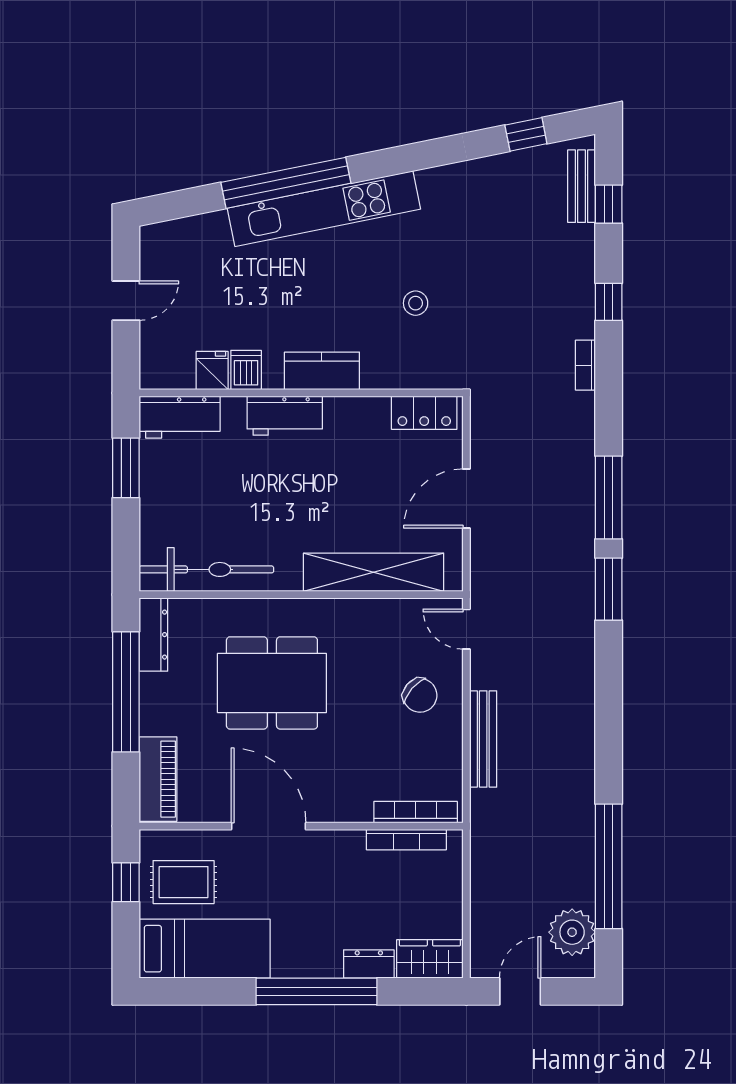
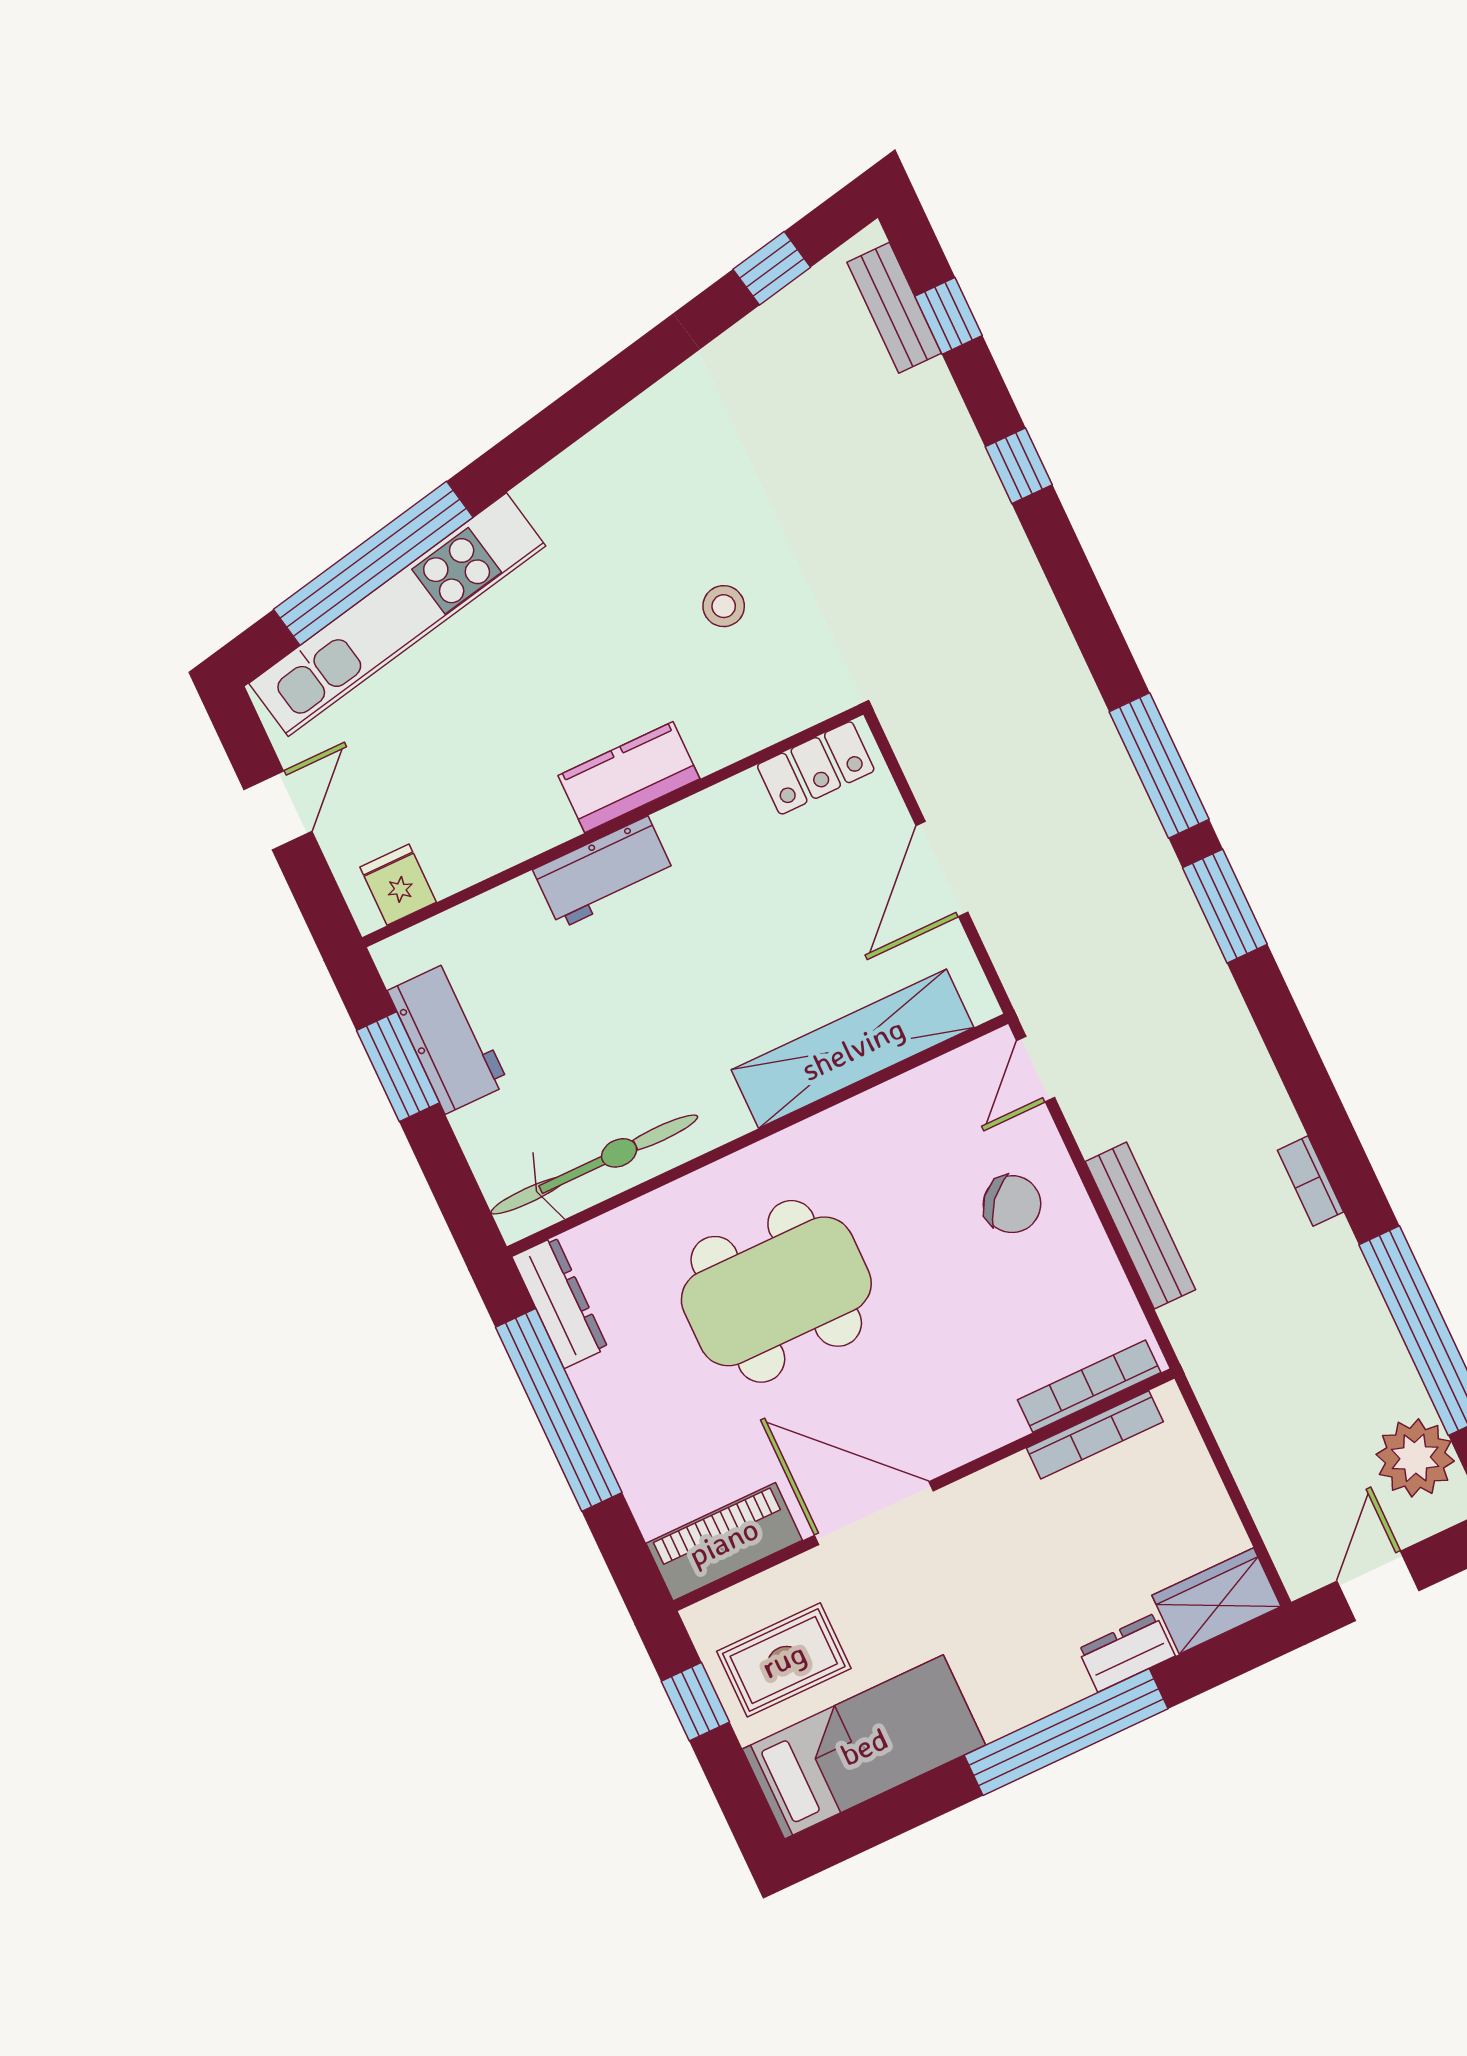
window: (286, 183) -> (373, 563), moved
kitchen unit: (324, 209) -> (397, 615), moved
bookcase: (585, 365) -> (1310, 1181), moved
dishwasher: (246, 370) -> (512, 830), removed
fridge: (212, 371) -> (398, 885), moved
workbench: (180, 417) -> (448, 1037), moved, turned -90
door: (466, 629) -> (1036, 1069), hinge flipped
piano: (158, 779) -> (724, 1542), moved, turned -90

